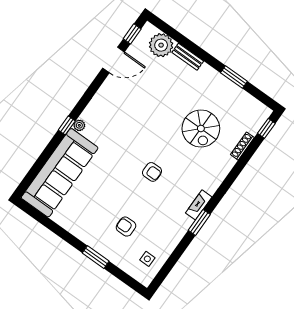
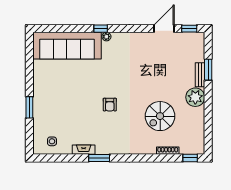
plant: (161, 45) -> (195, 97), moved
door: (114, 60) -> (164, 29), swing flipped
window: (234, 77) -> (208, 70), moved
fireplace: (199, 205) -> (84, 150), moved
armchair: (126, 227) -> (63, 113), removed

